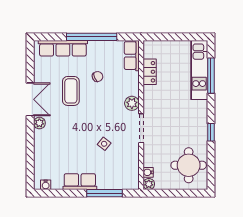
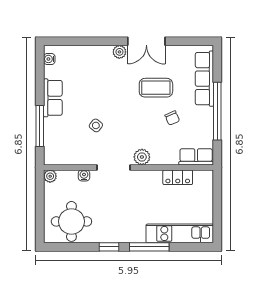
window: (211, 76) -> (149, 247), moved
water cooler: (148, 172) -> (84, 175), moved

